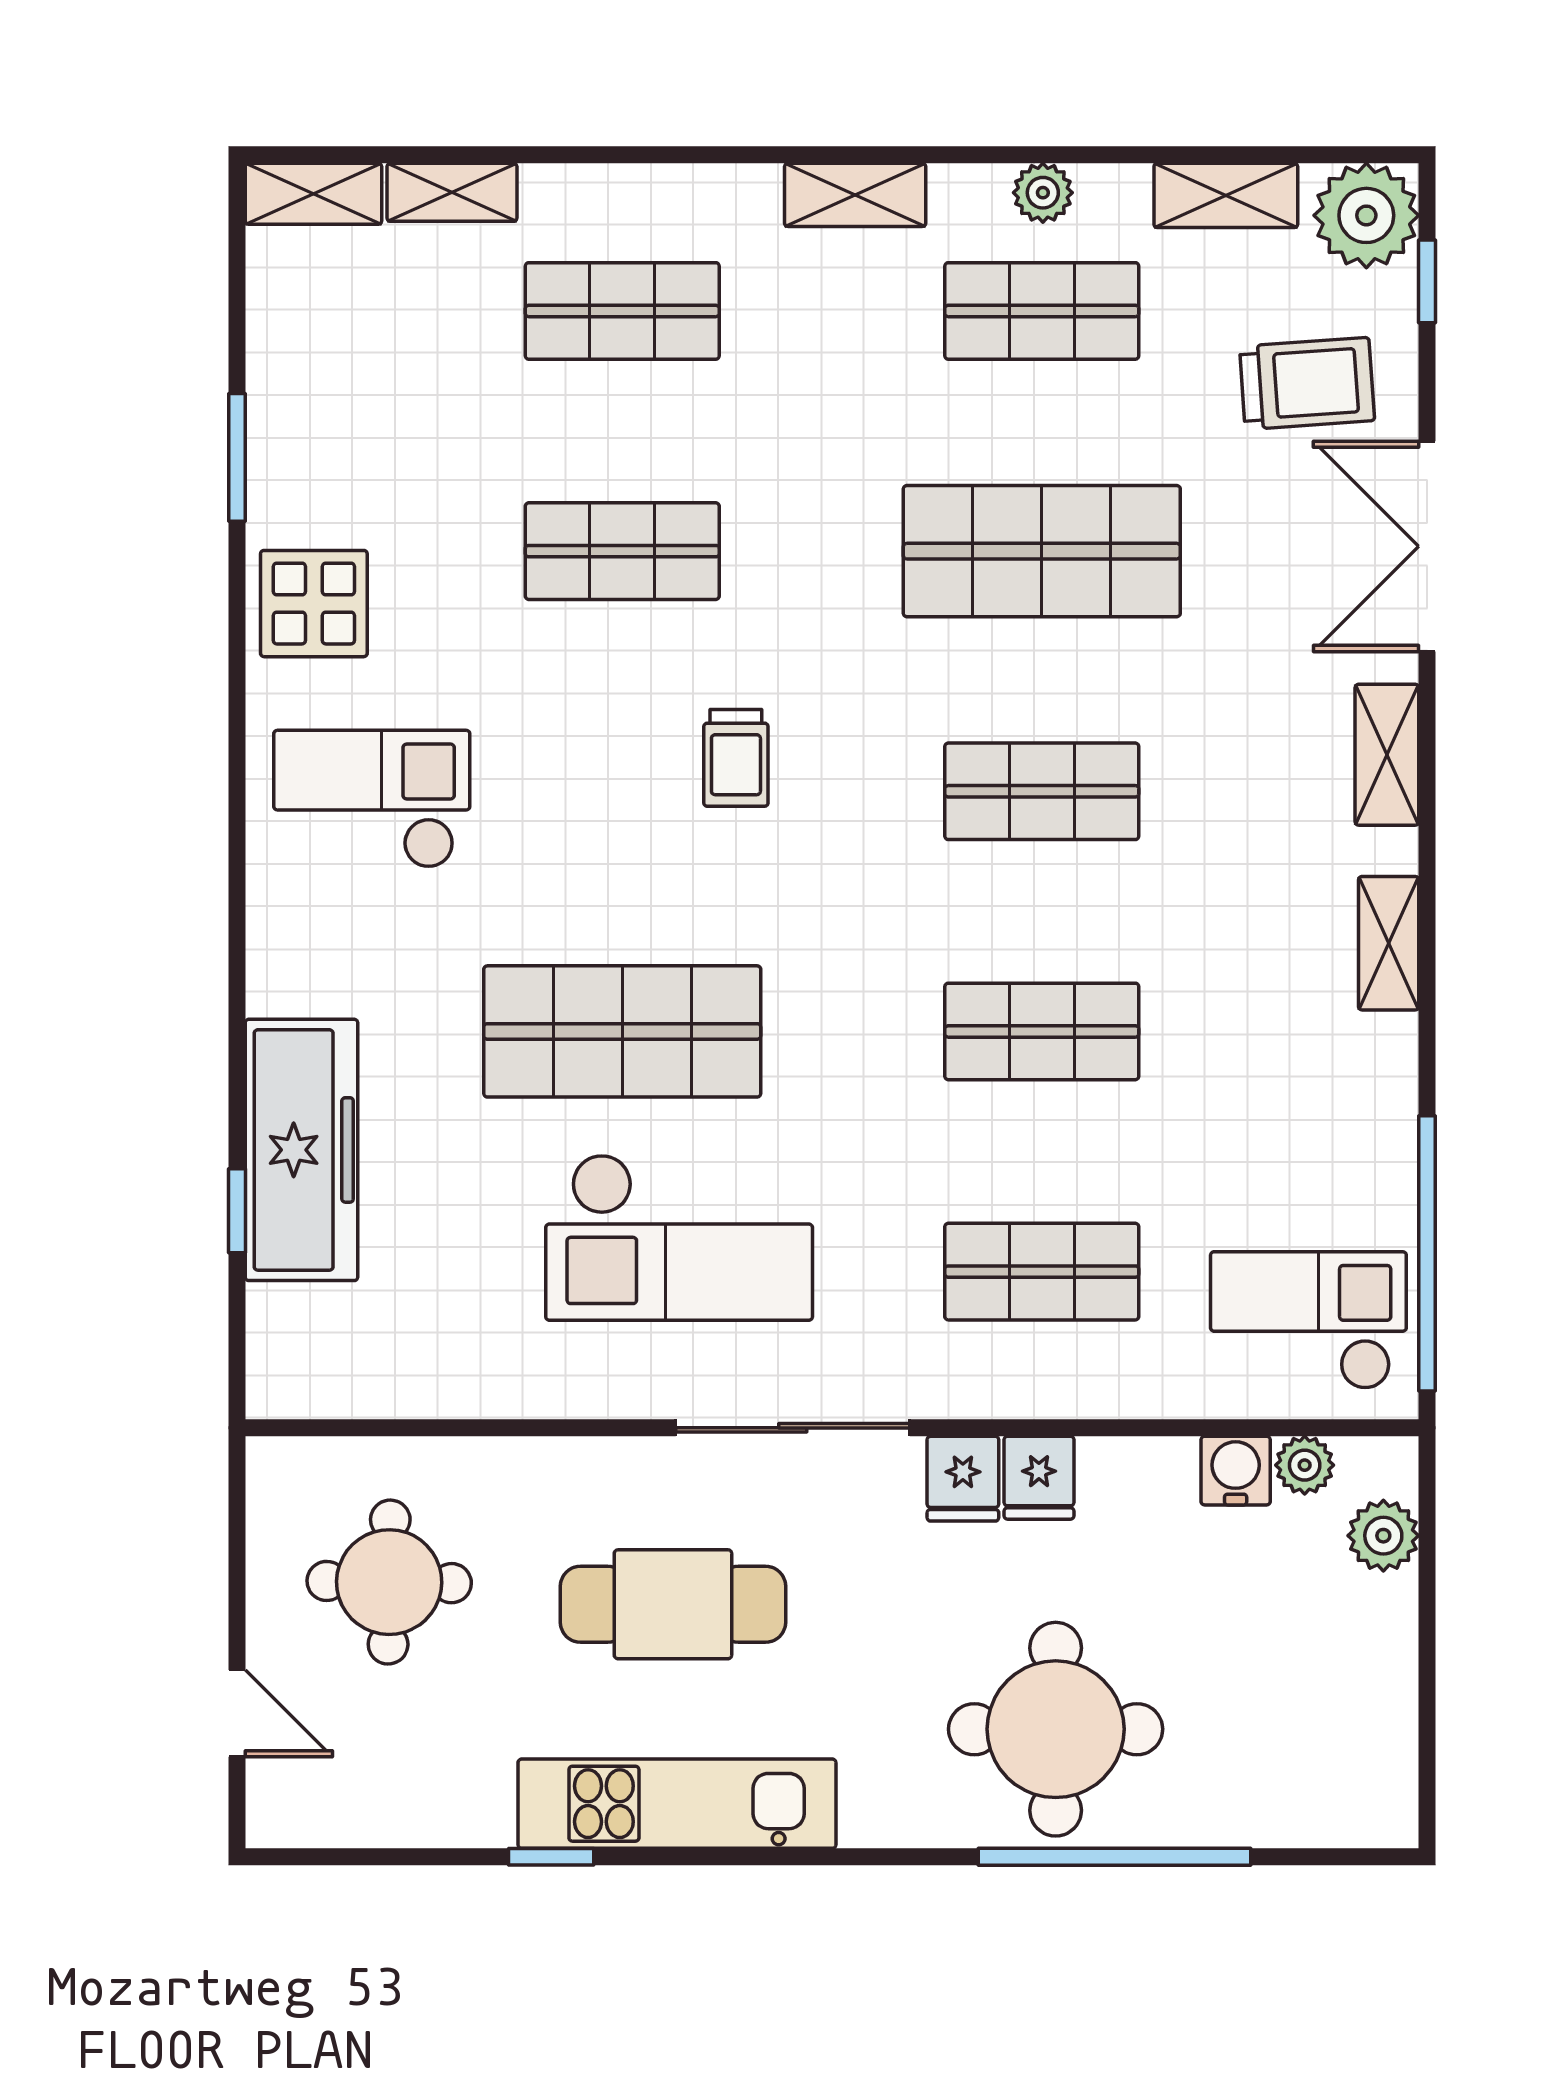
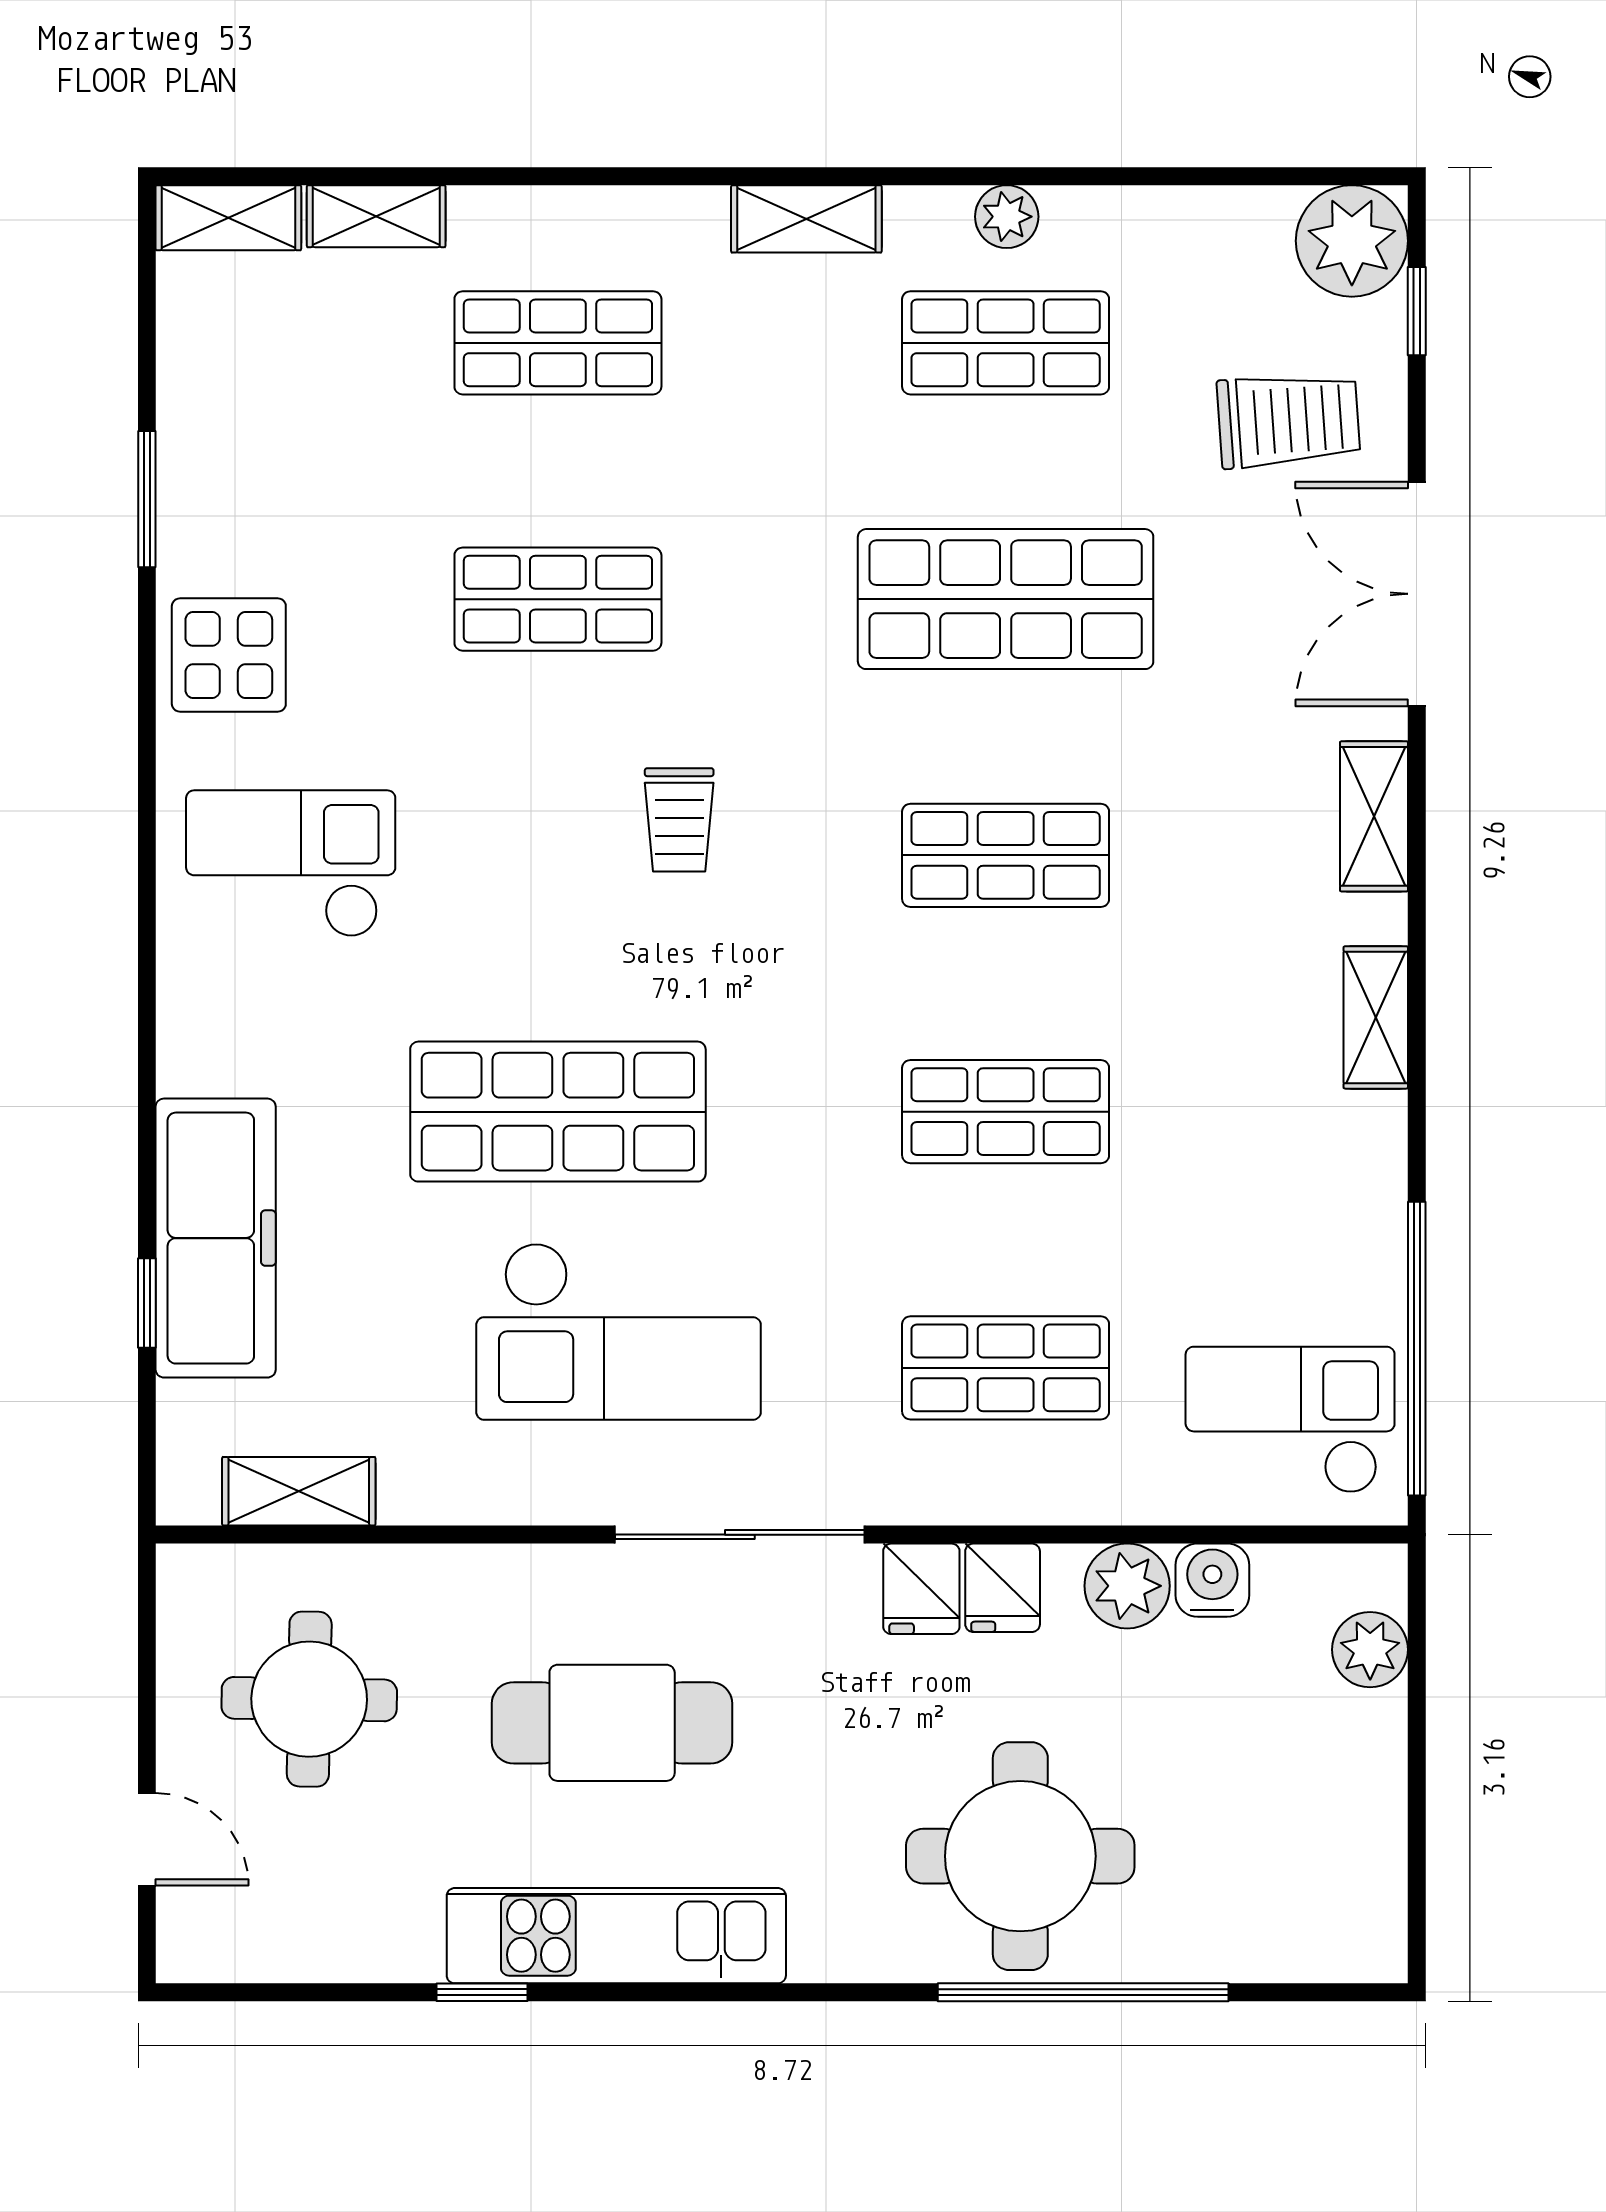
shelving: (1226, 195) -> (299, 1491), moved
plant: (1305, 1465) -> (1127, 1586), moved, width x1.38, depth x1.38

